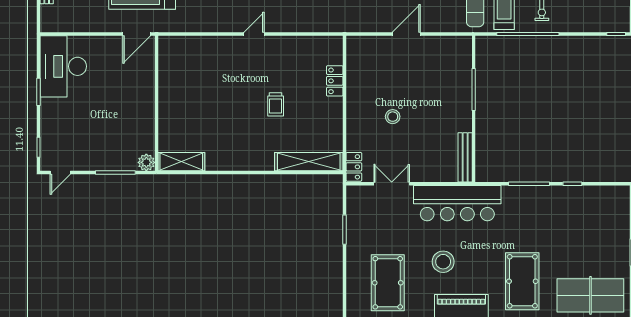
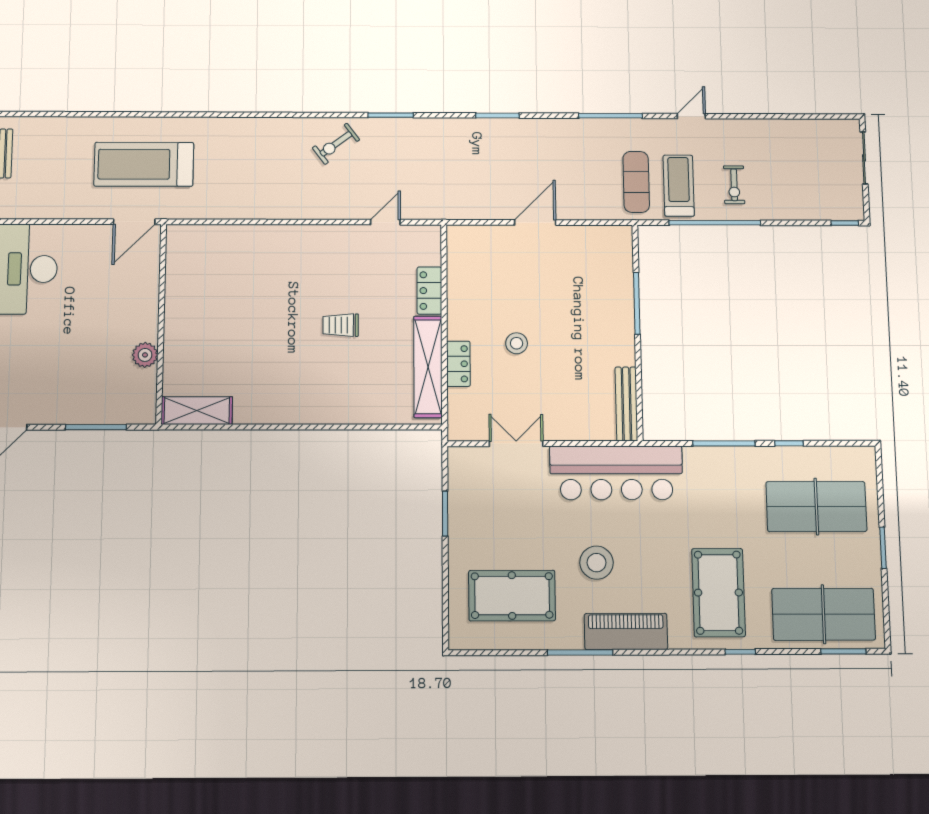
door: (254, 34) -> (385, 222), moved
trolley: (276, 104) -> (341, 325), turned 90
plant: (146, 162) -> (145, 355), moved
shelving: (309, 162) -> (428, 367), moved, turned 90
locker: (354, 167) -> (458, 364), moved
table tennis table: (589, 225) -> (816, 507), added
pool table: (388, 283) -> (512, 596), turned 90

